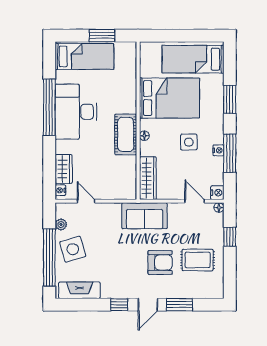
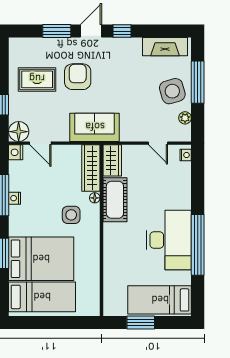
bed: (169, 98) -> (41, 259), moved, turned 180
cot: (126, 134) -> (115, 200), moved
floor lamp: (144, 136) -> (95, 198), moved
side table: (189, 142) -> (71, 215), moved
wardrobe: (64, 169) -> (112, 160), moved, turned 180
floor lamp: (219, 208) -> (19, 132), width x1.89, depth x1.89
window: (49, 258) -> (198, 82), width x0.68
armchair: (160, 263) -> (78, 77), turned 90

